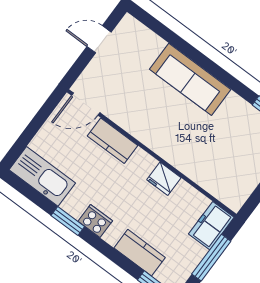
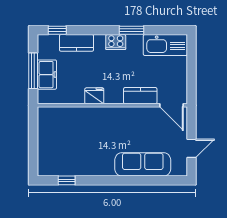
sofa: (190, 79) -> (143, 164), moved
door: (86, 104) -> (171, 105), swing flipped
freezer: (211, 226) -> (47, 75), moved

